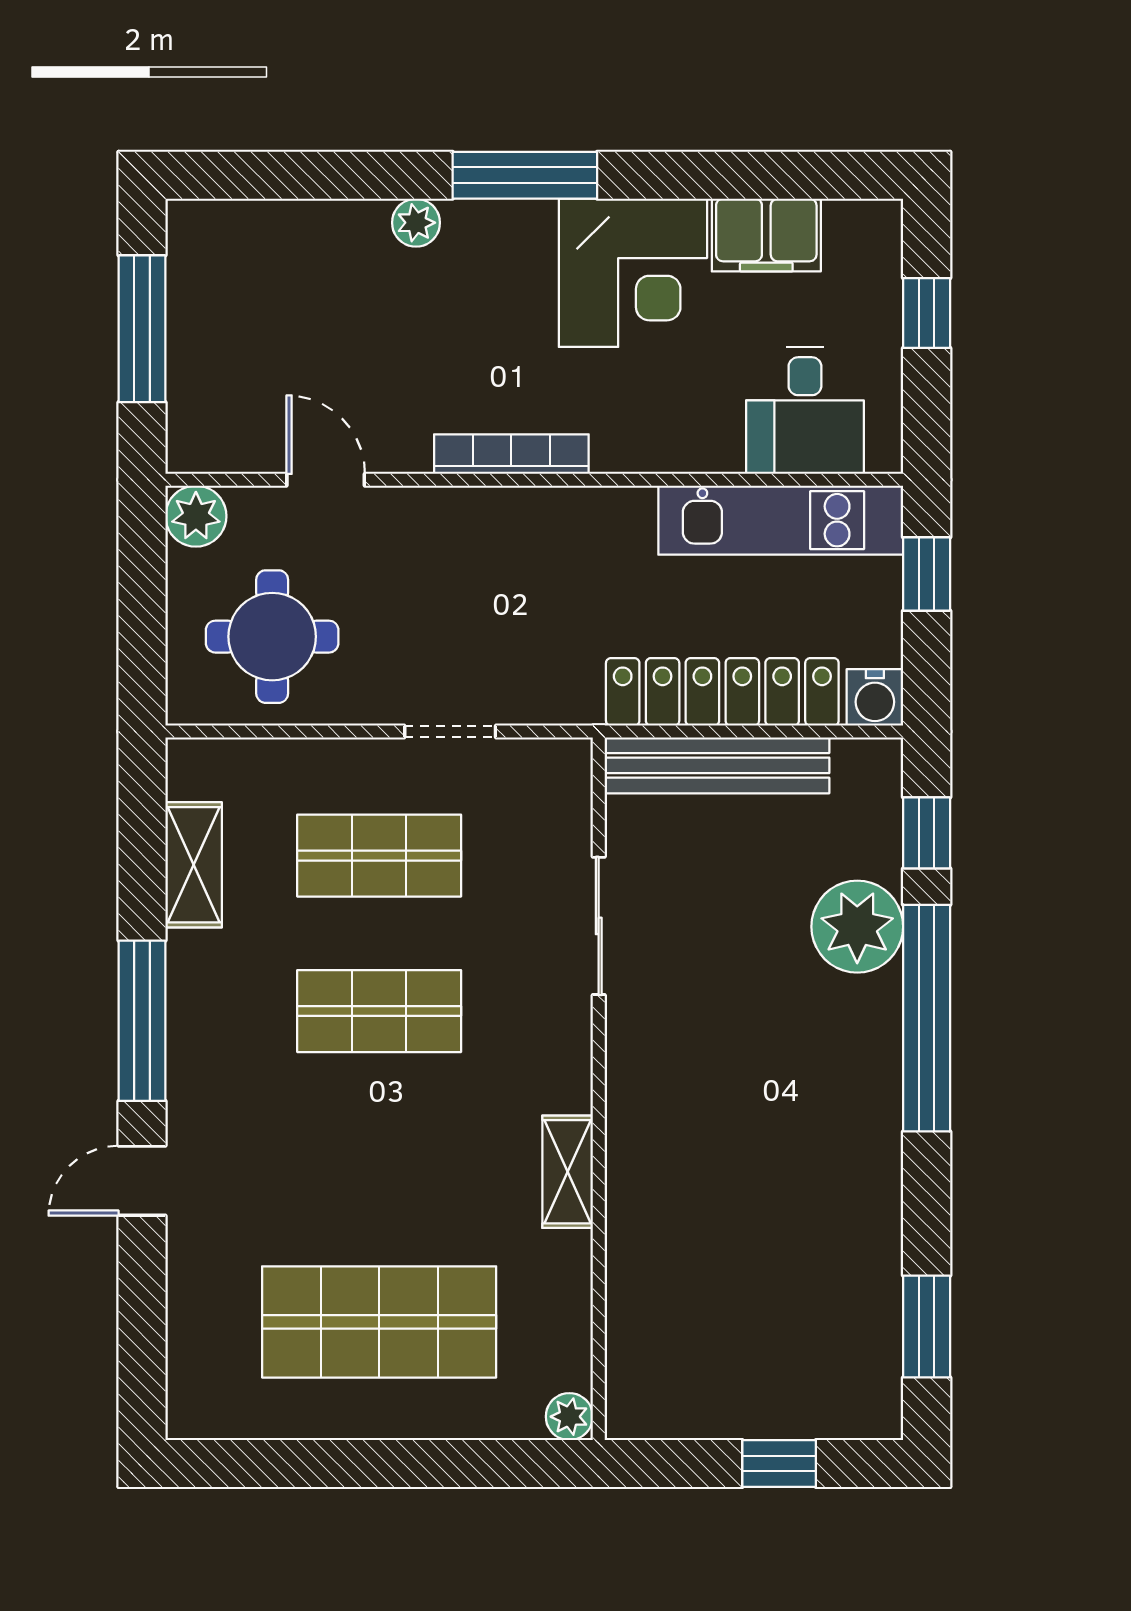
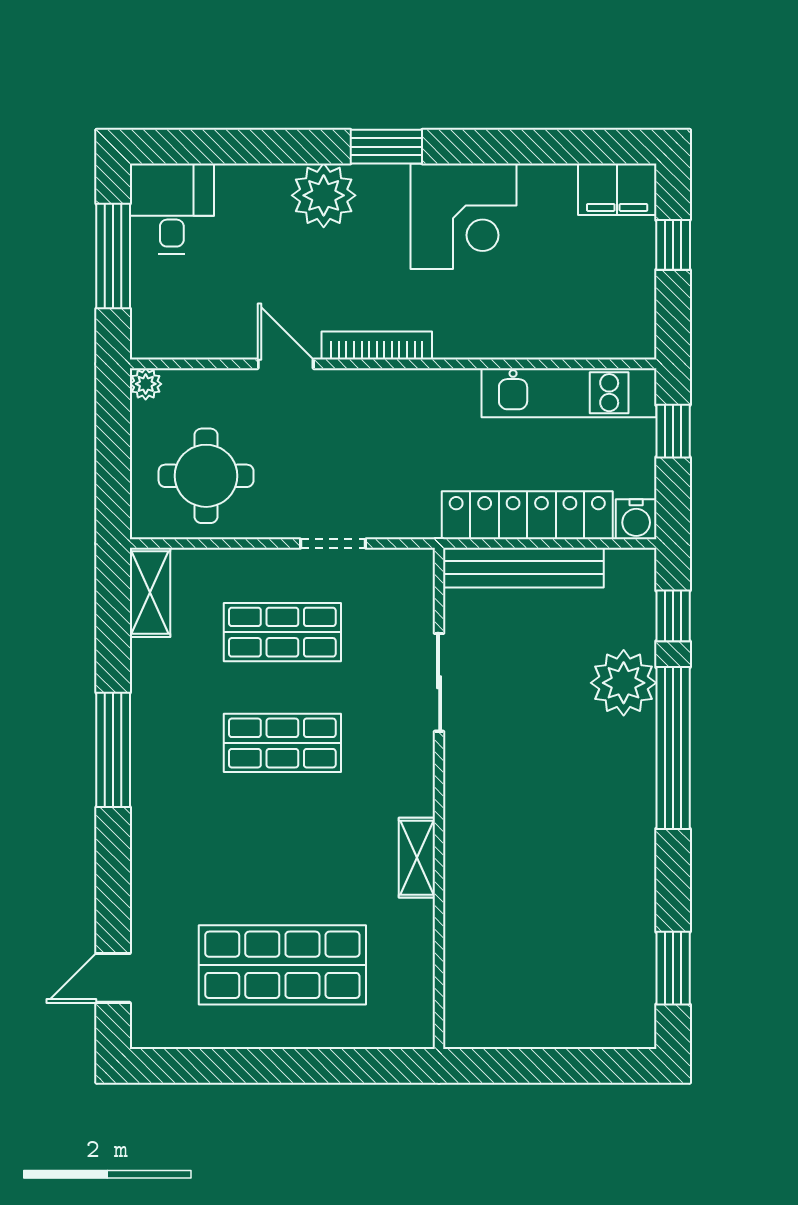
window: (525, 175) -> (386, 147), width x0.69
plant: (416, 223) -> (324, 195), width x1.88, depth x1.88
filing cabinet: (766, 235) -> (617, 189), moved
desk: (805, 410) -> (172, 209), moved, turned 180
door: (326, 480) -> (286, 364), moved
plant: (196, 516) -> (146, 384), width x0.73, depth x0.73
shelving: (194, 865) -> (150, 592), moved
door: (142, 1181) -> (113, 978), moved
plant: (569, 1417) -> (418, 1032), removed
window: (779, 1464) -> (568, 1066), removed

